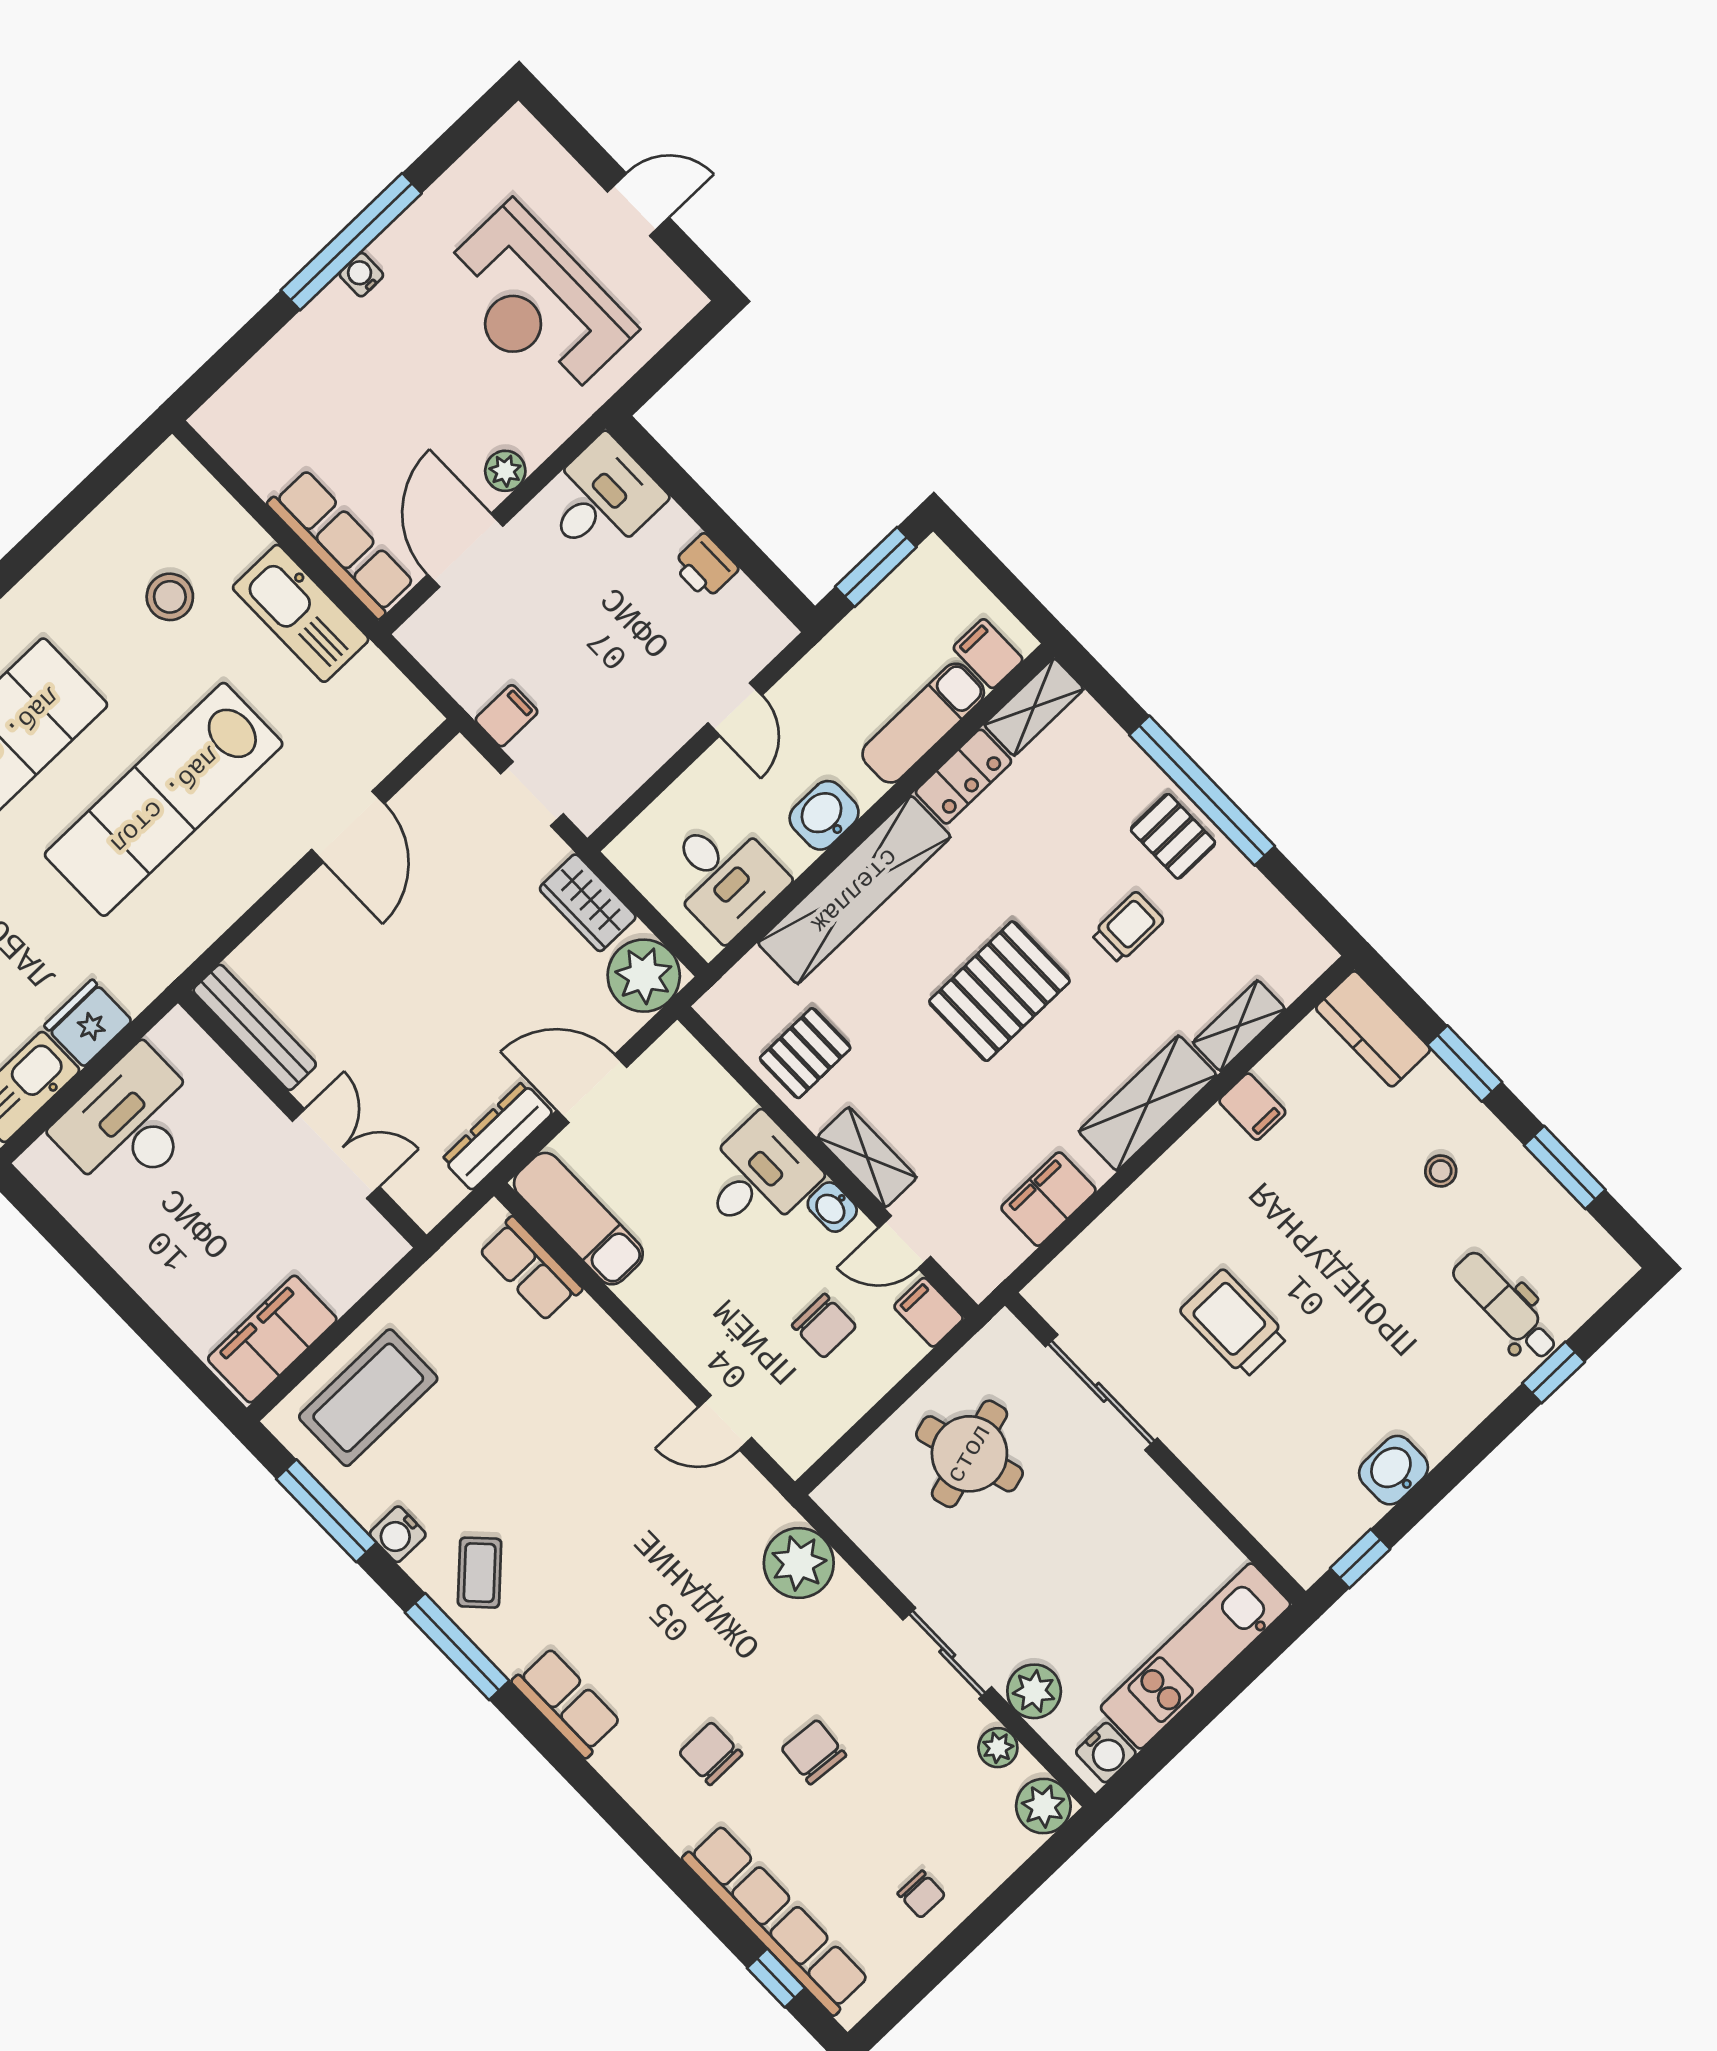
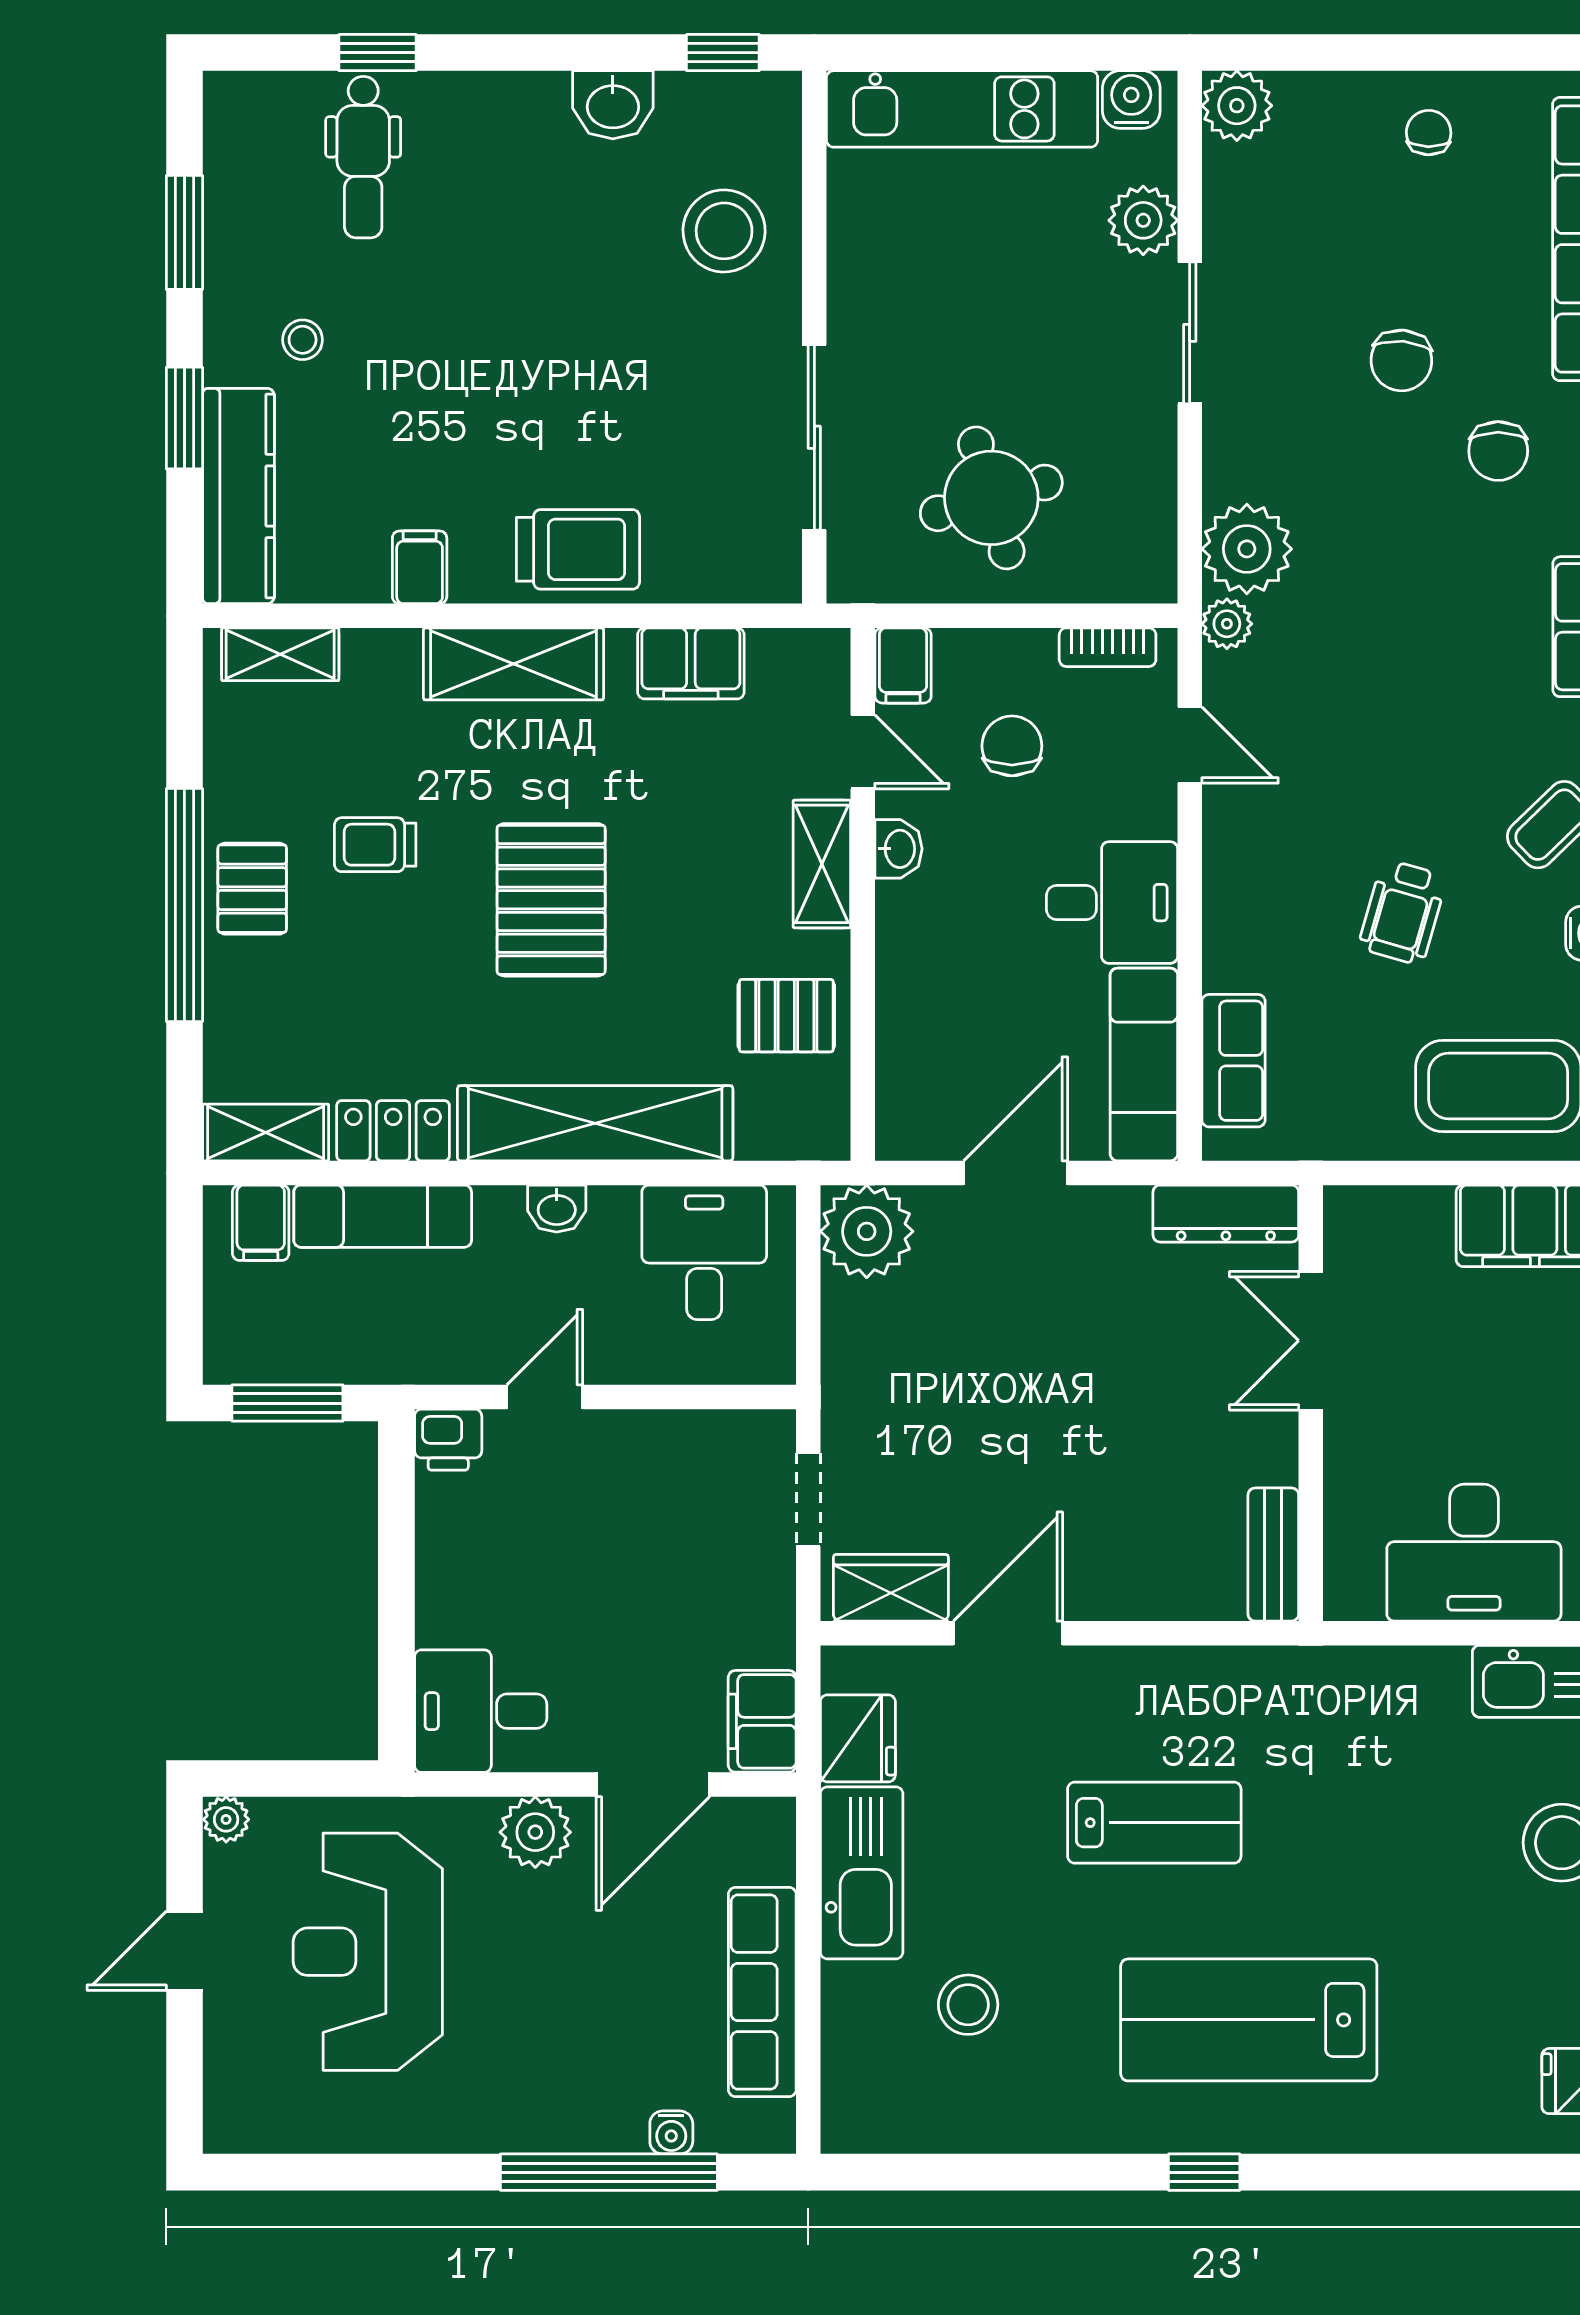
door: (638, 205) -> (184, 1951), hinge flipped
window: (351, 242) -> (609, 2172), moved
water cooler: (361, 275) -> (671, 2132), moved
plant: (686, 301) -> (226, 1819), added
reception desk: (535, 303) -> (368, 1952), turned 180
plant: (505, 471) -> (535, 1832), width x1.38, depth x1.38
row of seats: (341, 544) -> (762, 1992), moved
printer: (705, 567) -> (448, 1440), moved, turned 90
filing cabinet: (506, 716) -> (762, 1721), moved, width x2.00
lab bench: (164, 799) -> (1154, 1823), width x0.54, depth x0.72
washbasin: (824, 815) -> (557, 1209), width x0.72, depth x0.69
wardrobe: (588, 903) -> (891, 1588), moved, turned -90
pallet: (999, 991) -> (551, 900), turned 90
fridge: (88, 1023) -> (858, 1738), moved, turned -90
shelving: (1239, 1026) -> (280, 654), moved
bench: (255, 1027) -> (1273, 1554), width x0.73
kitchen counter: (1373, 1029) -> (238, 496), width x1.50
door: (592, 1089) -> (1016, 1173), swing flipped
dresser: (497, 1136) -> (1226, 1214), moved
desk: (757, 1177) -> (1112, 903), moved, turned 180
trolley: (1234, 1324) -> (578, 549), moved, turned -90
bookcase: (824, 1433) -> (1108, 647), added
wheelchair: (516, 1443) -> (1403, 912), added
stool: (1263, 1459) -> (724, 231), added
plant: (998, 1748) -> (1227, 624), moved

